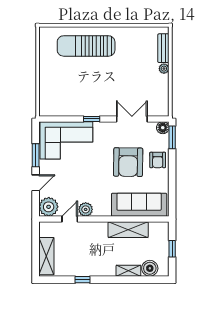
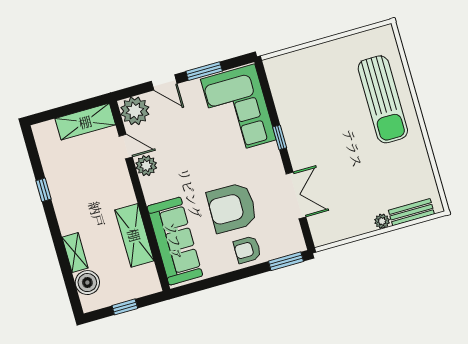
sun lounger: (86, 46) -> (383, 99), turned 180
floor lamp: (163, 128) -> (296, 244), removed
shelving: (46, 256) -> (85, 122), moved

